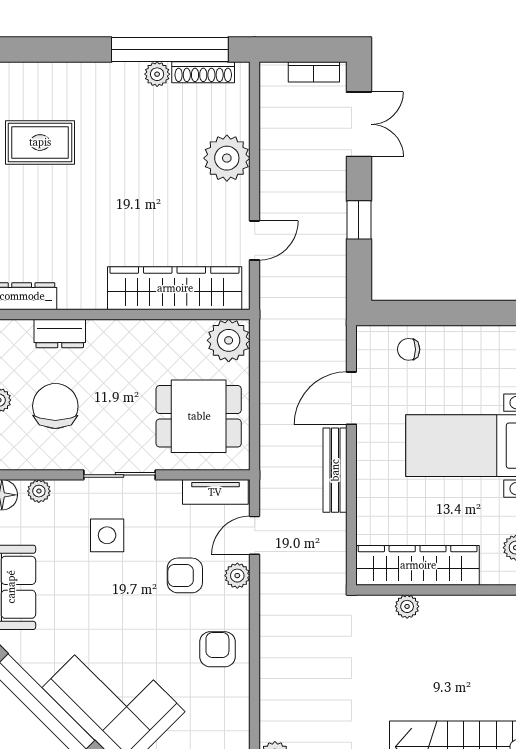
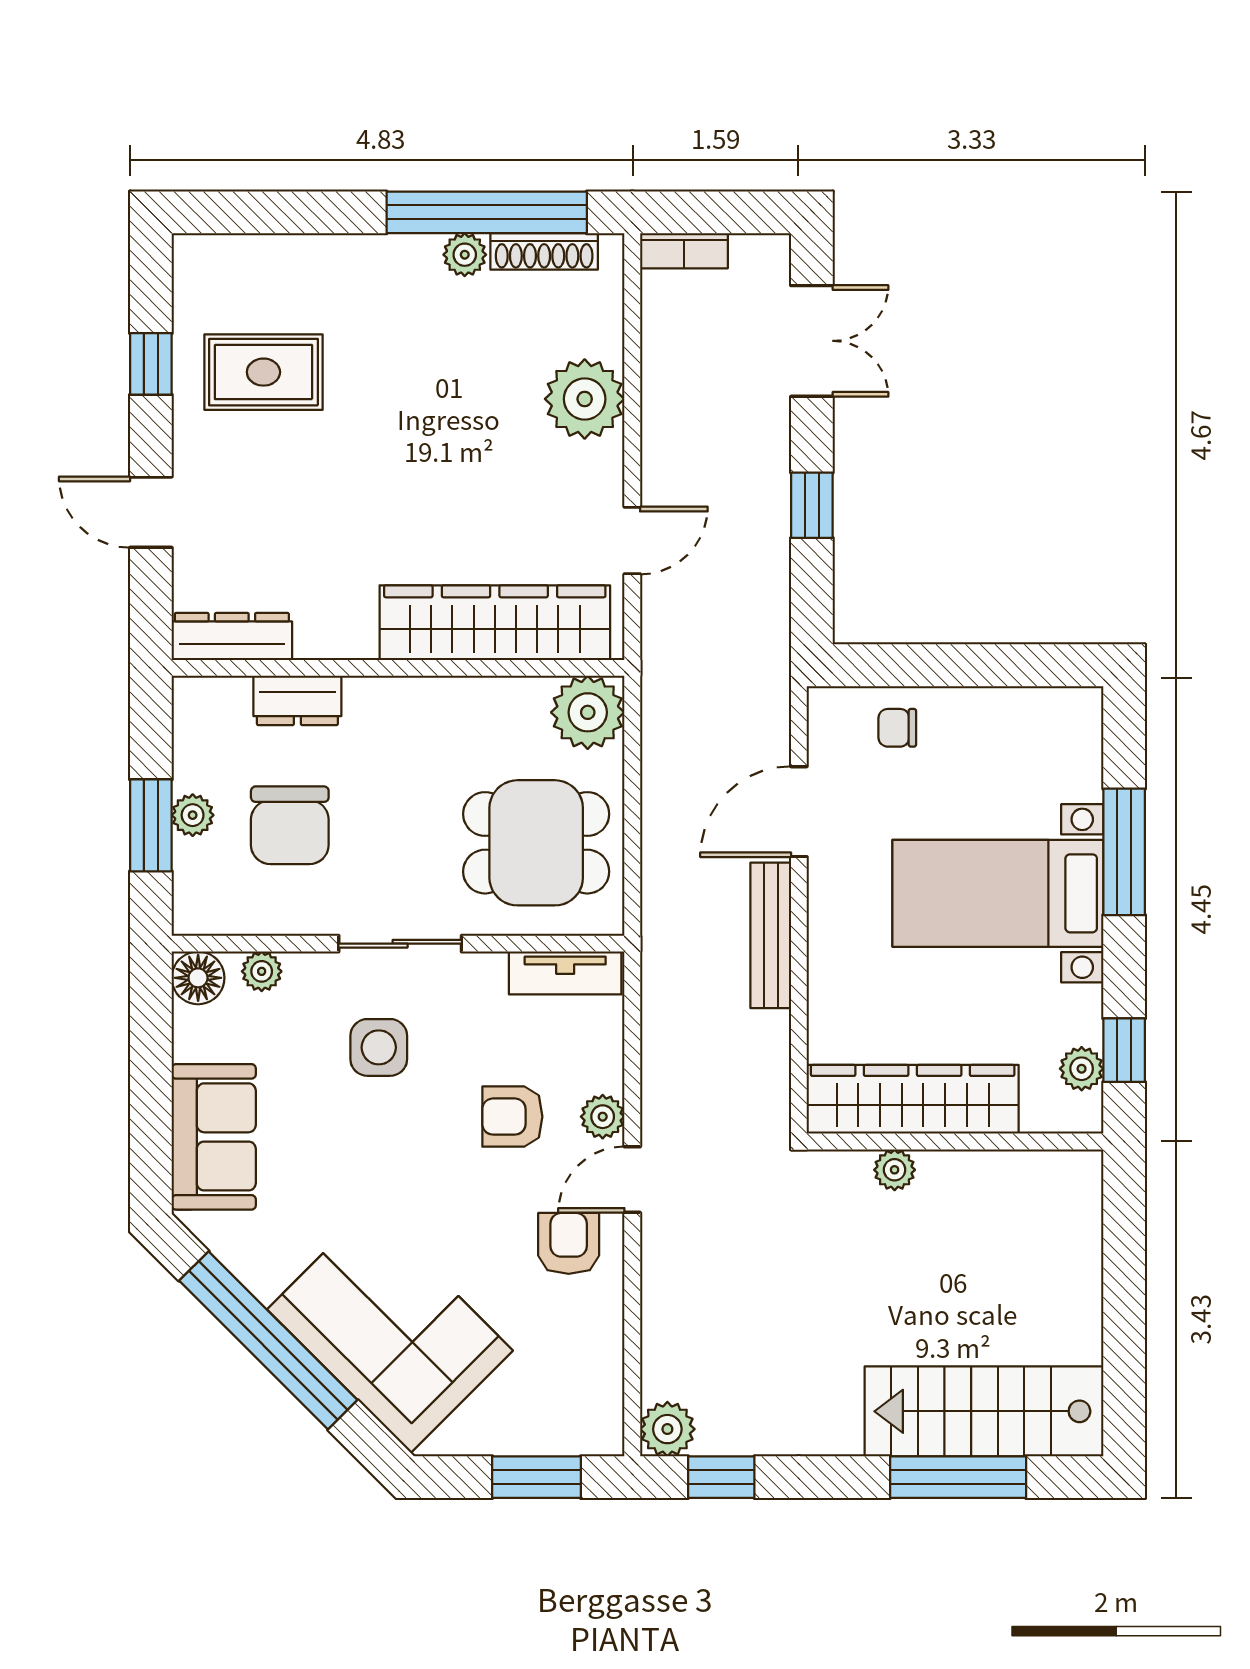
bookcase: (314, 72) -> (684, 251), moved
chair: (55, 406) -> (290, 825), turned 180
door: (255, 535) -> (632, 1180), moved

